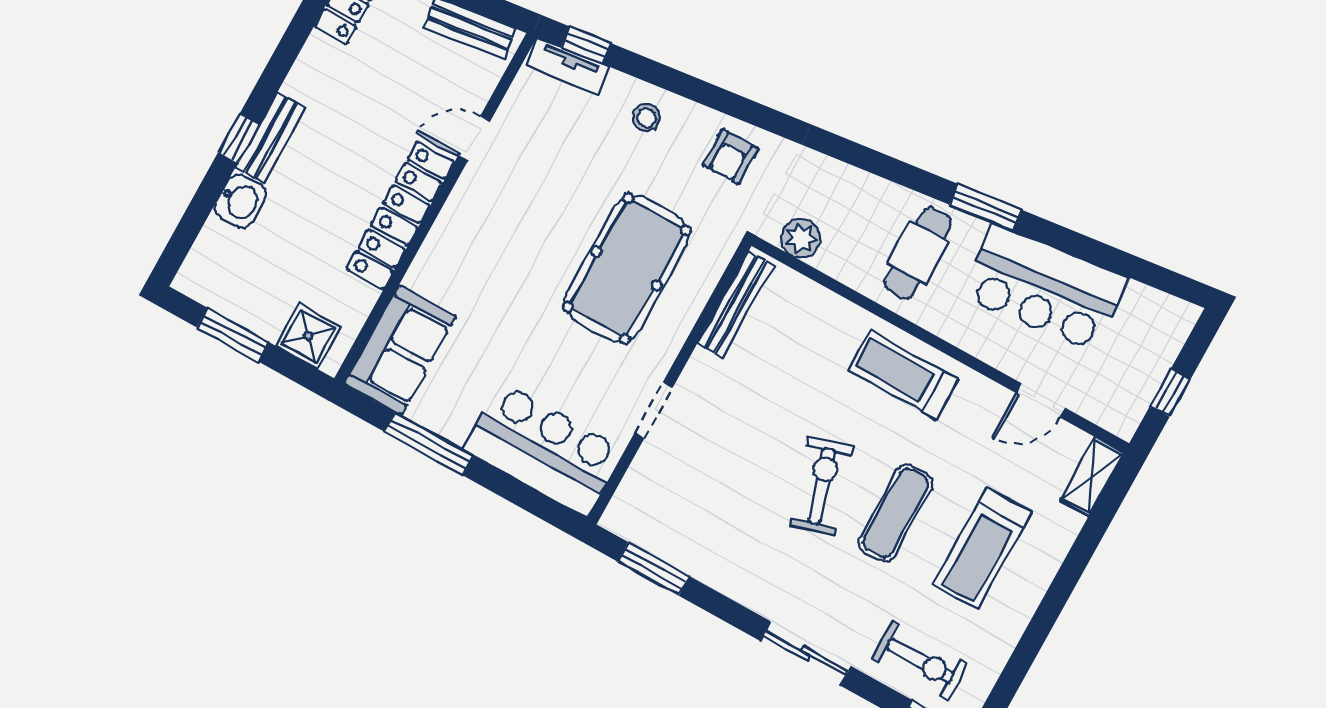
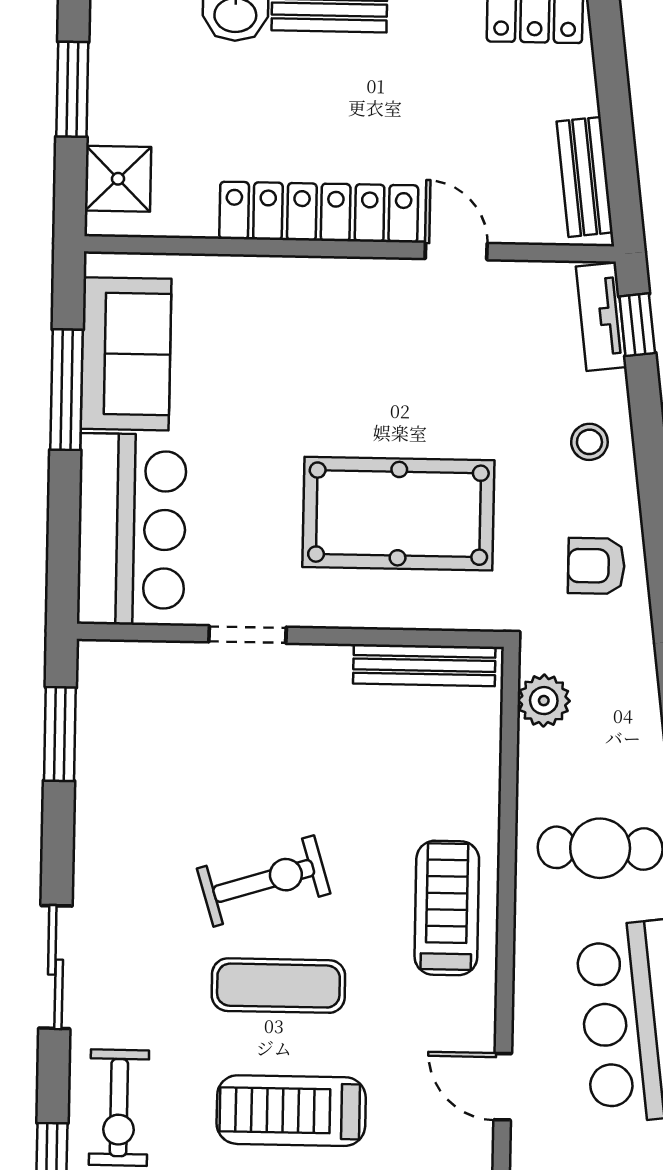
sofa: (400, 350) -> (126, 354), moved, turned -90

